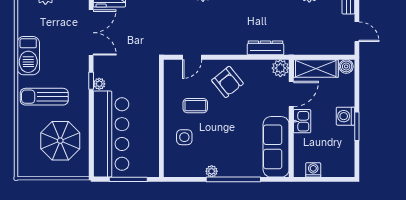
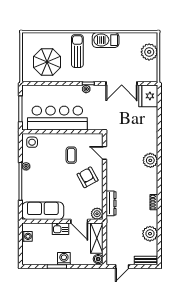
armchair: (227, 82) -> (87, 177), turned 100
bar counter: (111, 134) -> (57, 118), moved, turned 180
side table: (184, 137) -> (32, 142), moved

